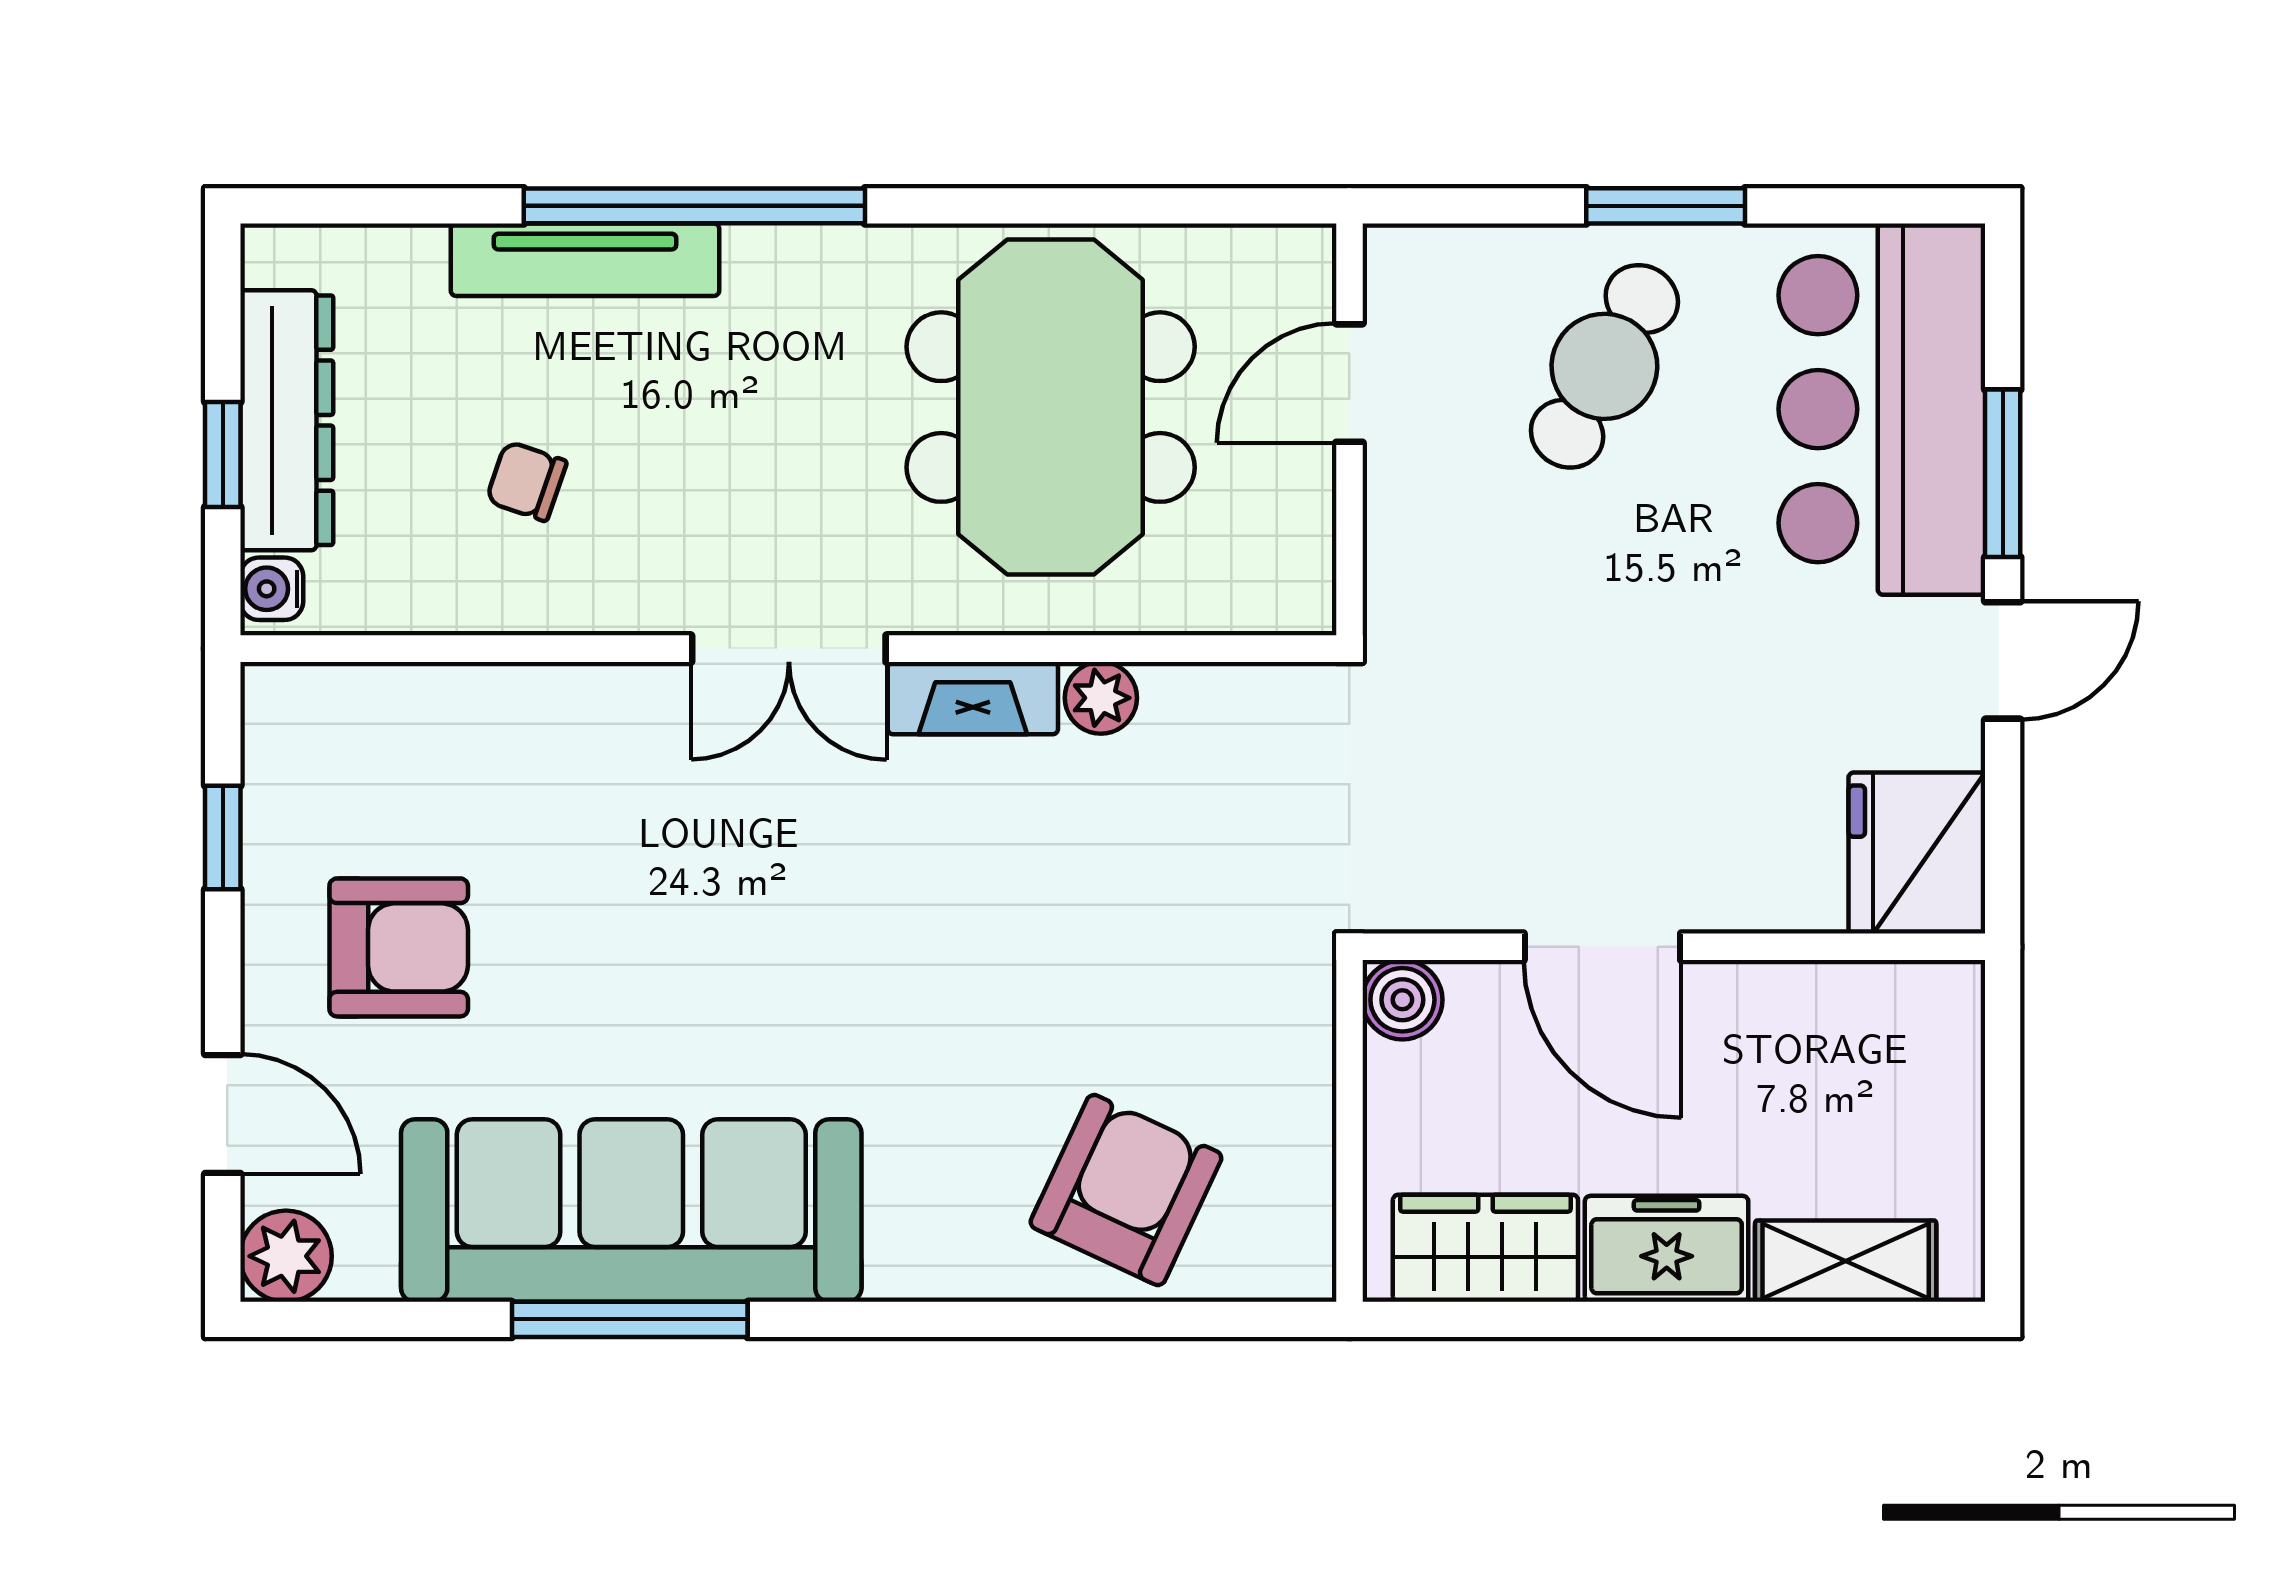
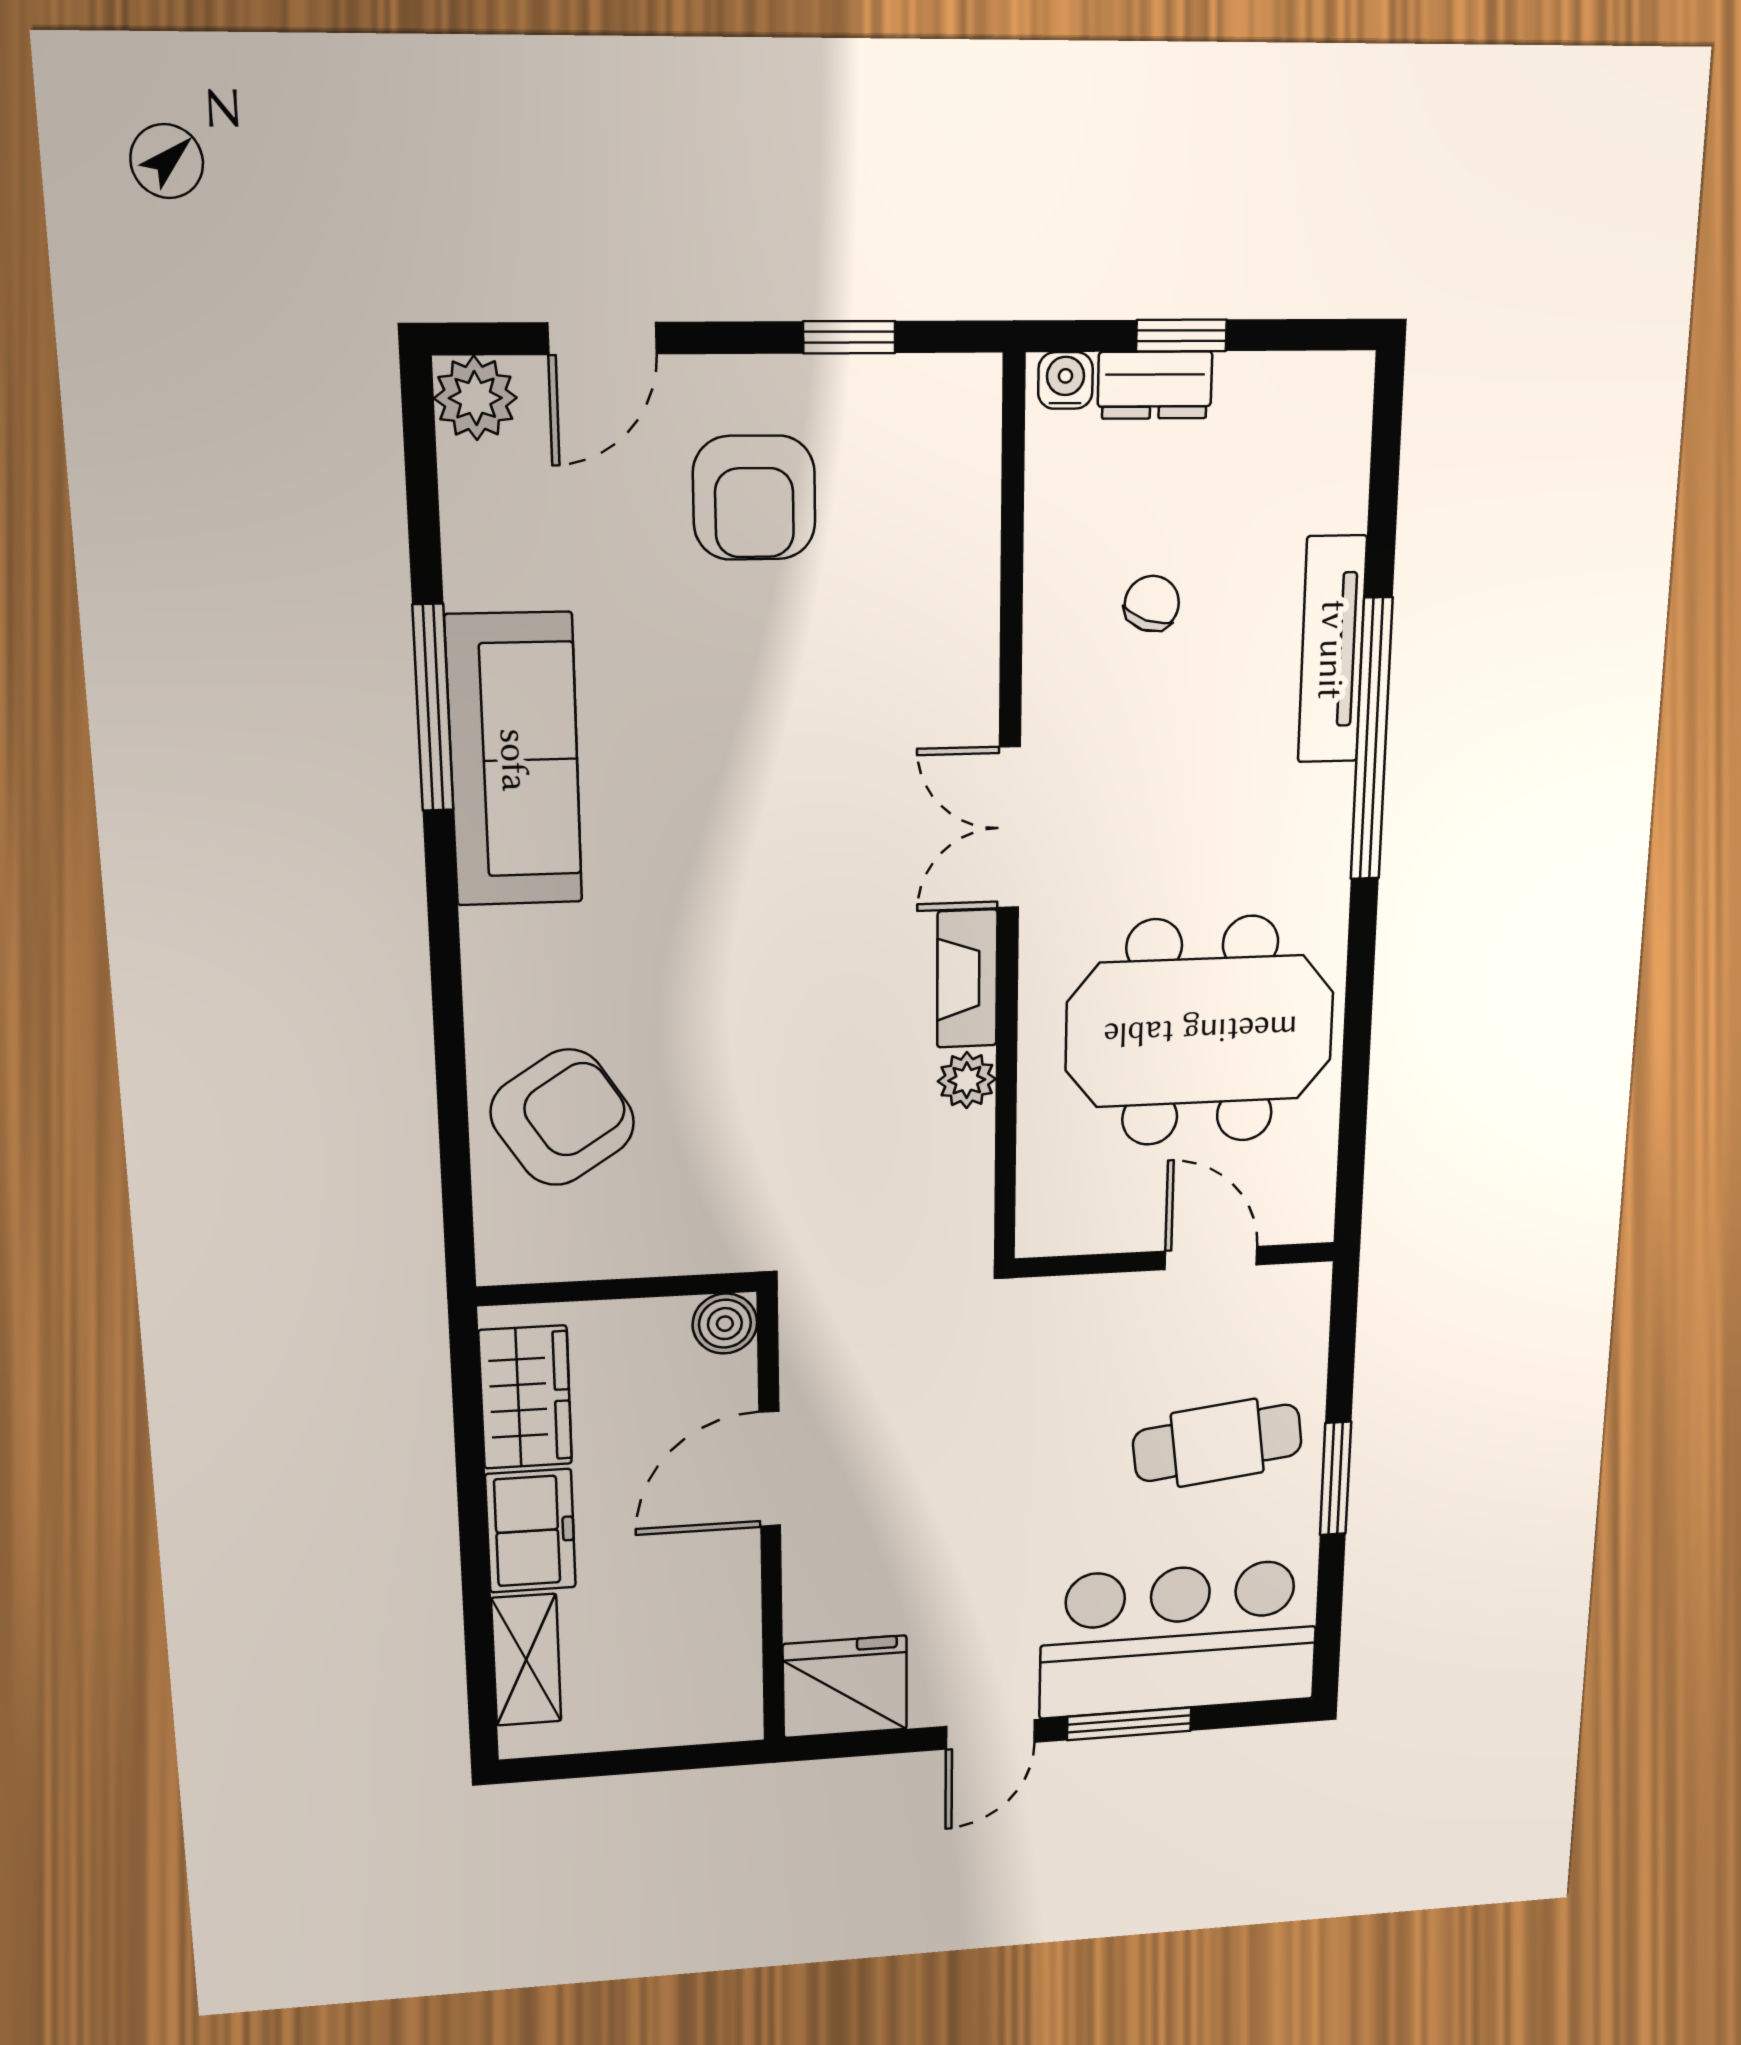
cafe table: (1604, 366) -> (1217, 1443), turned -36
dresser: (287, 420) -> (1155, 385), width x0.51, depth x0.80
door: (2003, 660) -> (990, 1734), hinge flipped
armchair: (1126, 1190) -> (562, 1117), turned -58
sofa: (631, 1211) -> (514, 760), width x0.74, depth x0.79

